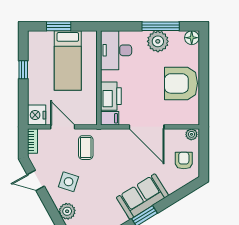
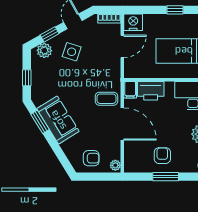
window: (204, 80) -> (166, 177), added
armchair: (181, 83) -> (162, 156), width x0.53, depth x0.53
door: (147, 127) -> (122, 124), swing flipped
coffee table: (86, 148) -> (106, 99), moved
window: (50, 206) -> (50, 34), added

